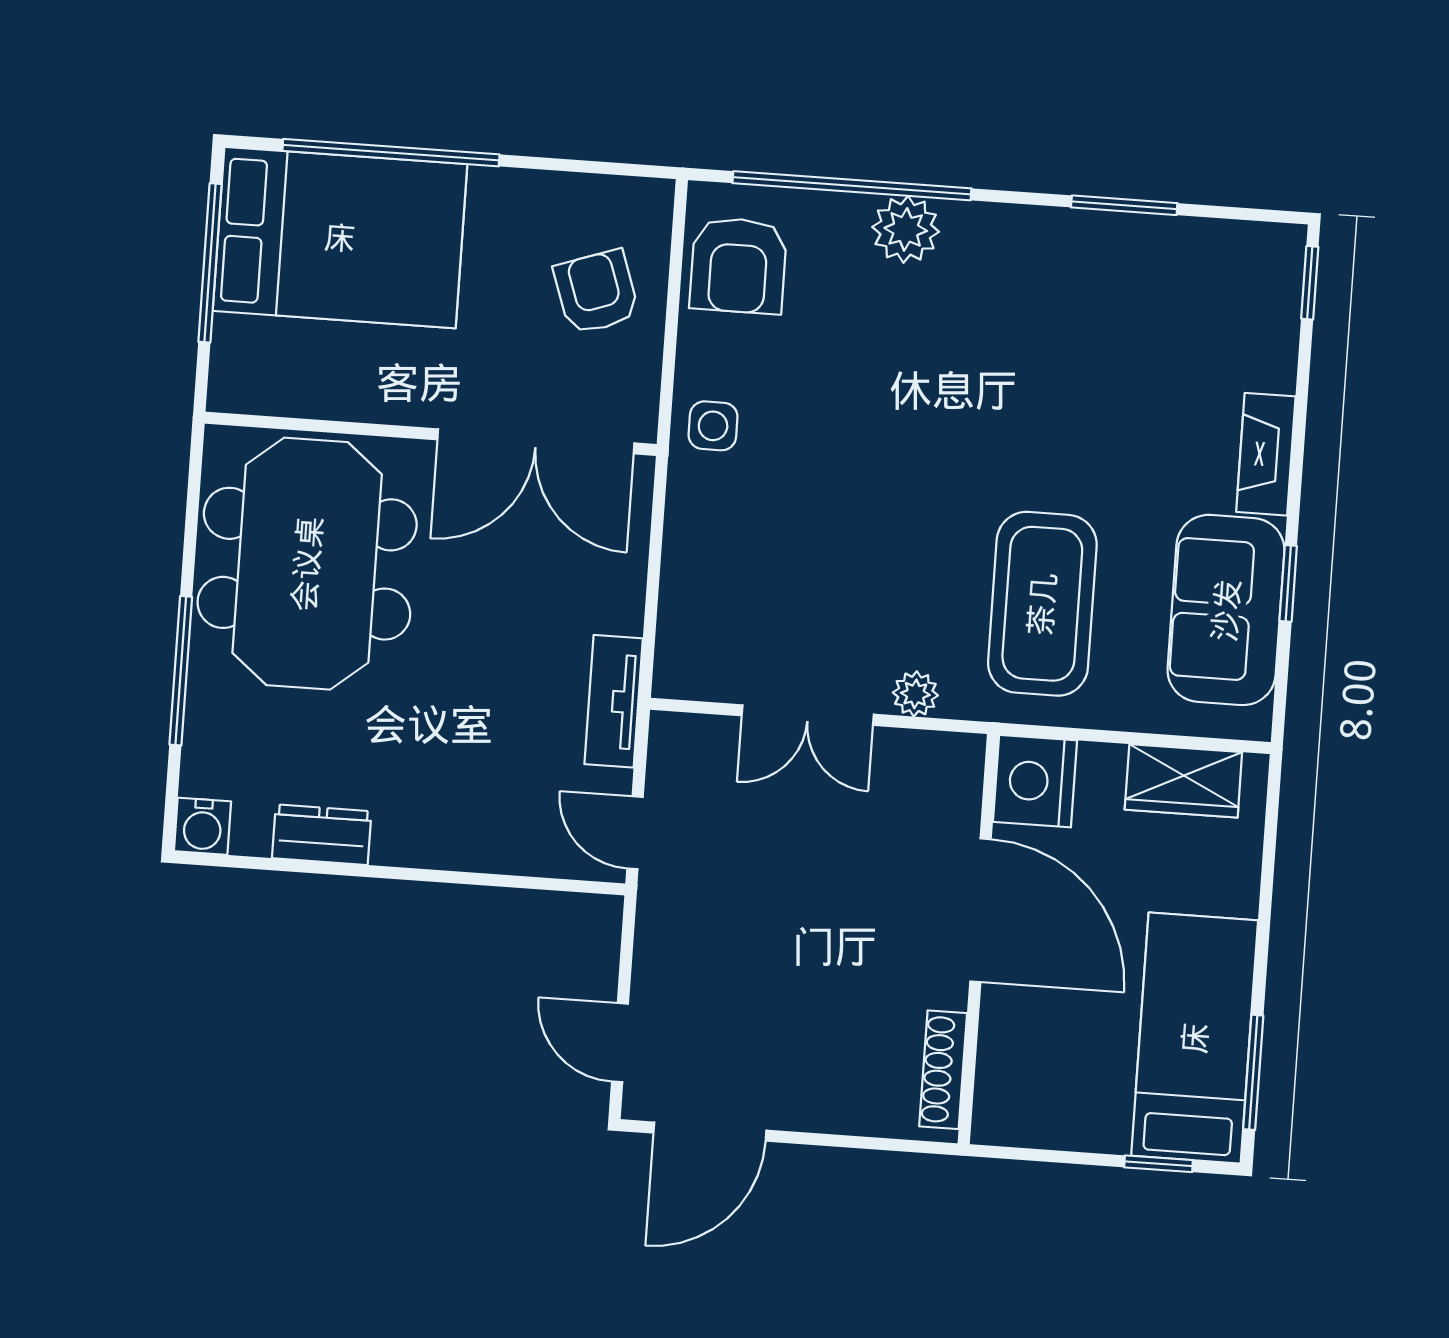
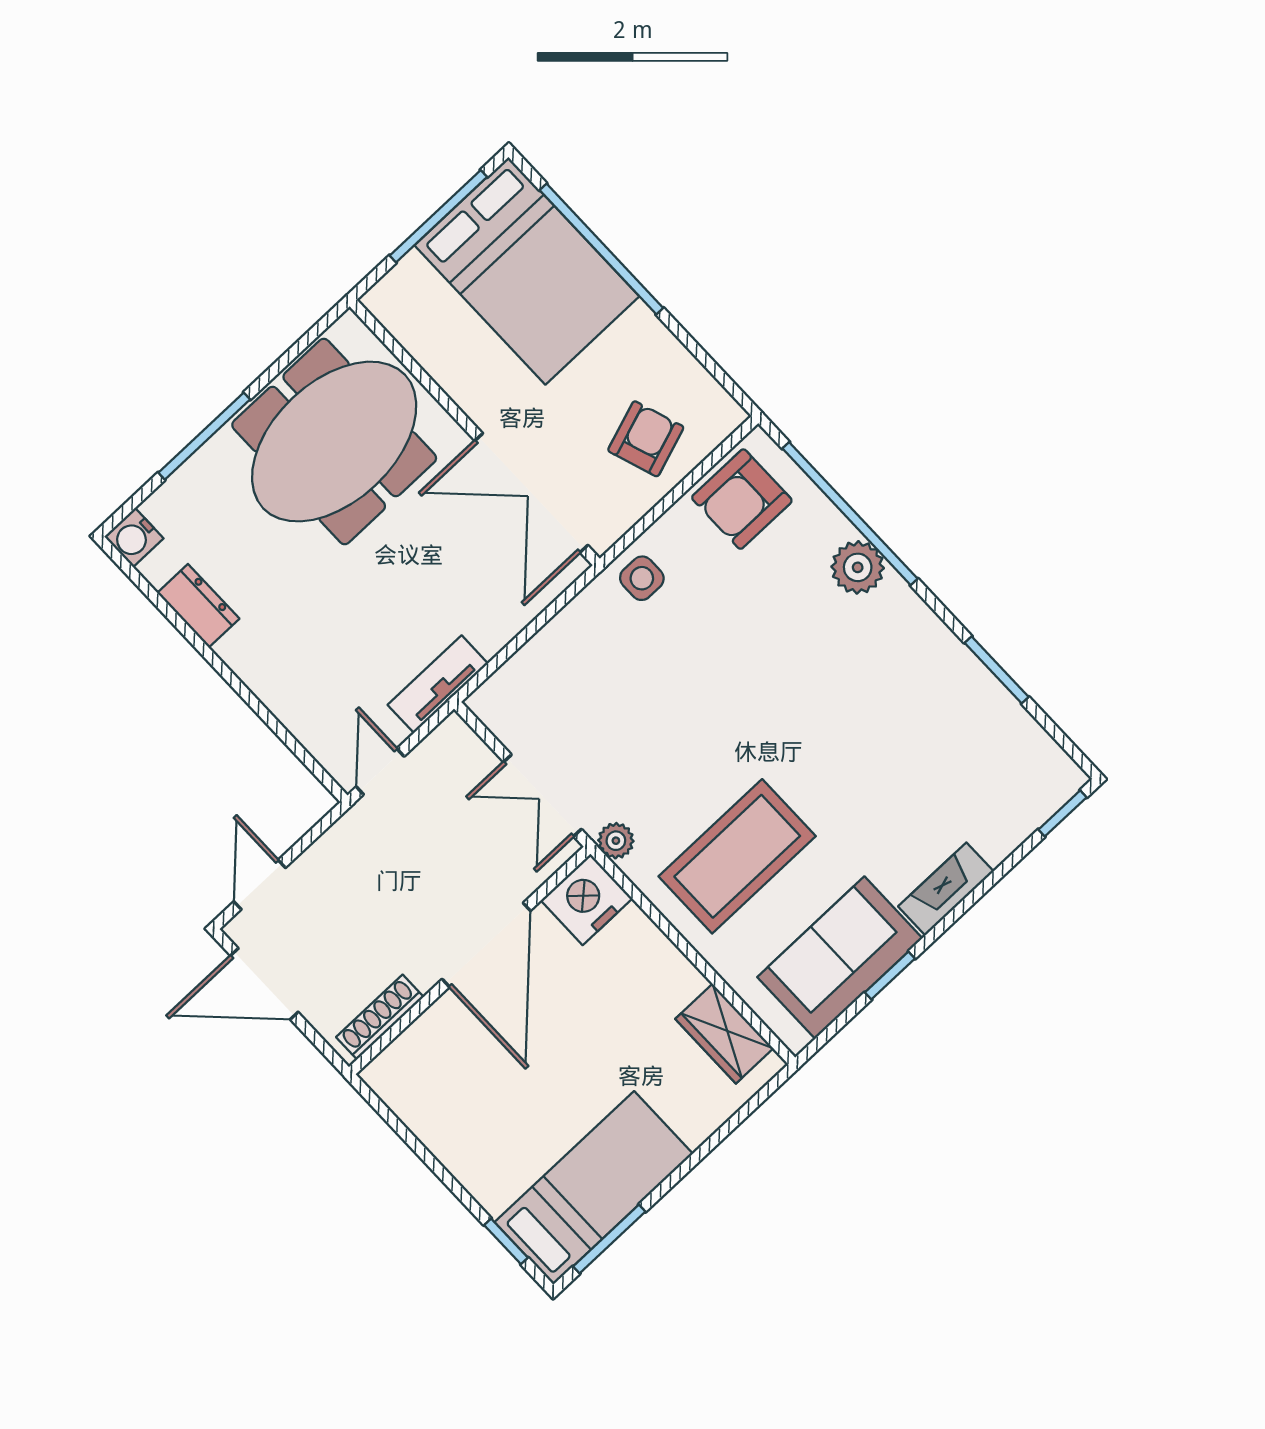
nightstand: (1035, 781) -> (587, 899), moved
door: (980, 910) -> (486, 945), moved
wall: (978, 939) -> (470, 960), moved
shoe rack: (943, 1070) -> (380, 1017), moved

